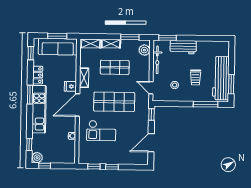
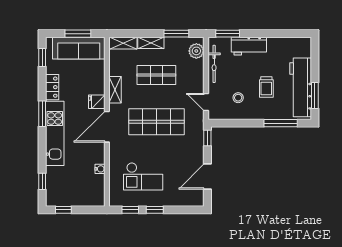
checkout: (101, 131) -> (143, 176), moved
plant: (37, 158) -> (53, 199), removed

